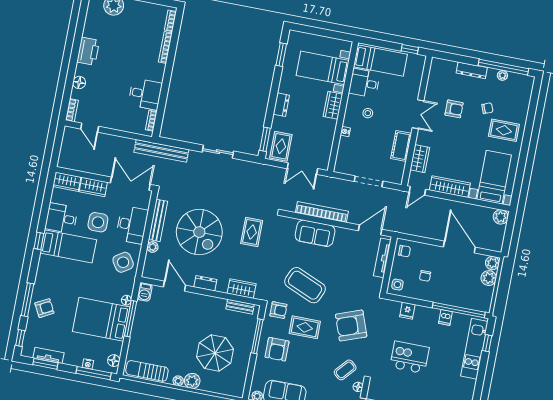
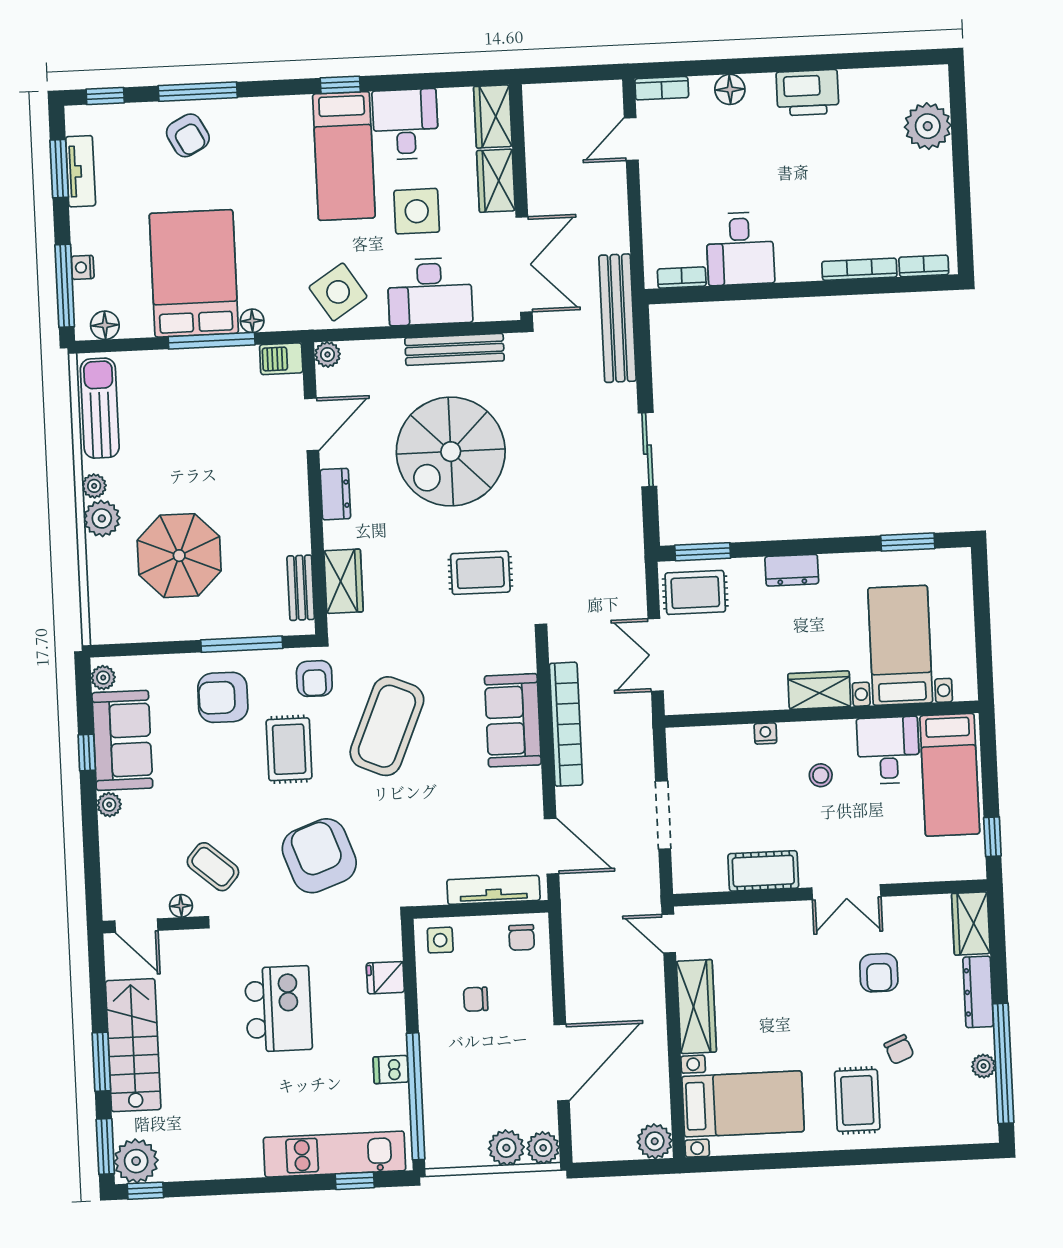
wardrobe: (420, 159) -> (971, 923), moved, turned 90
plant: (153, 247) -> (328, 354), moved

